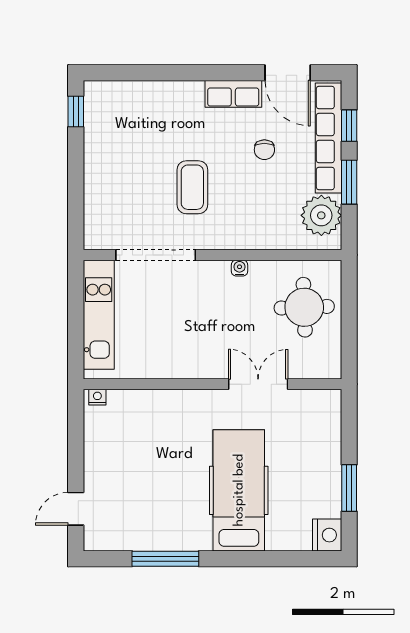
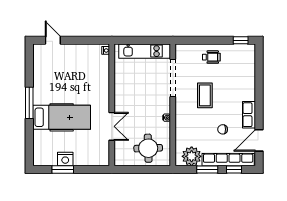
wheelchair: (111, 174) -> (211, 57), added
coffee table: (192, 187) -> (205, 95), turned 90
nightstand: (327, 535) -> (65, 159), moved
window: (165, 559) -> (29, 103), moved

